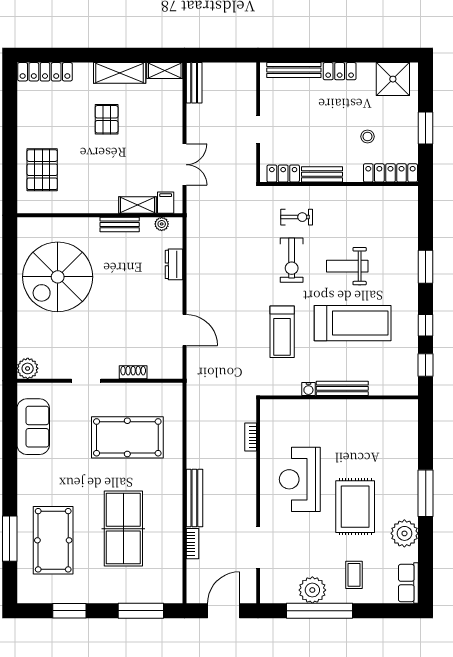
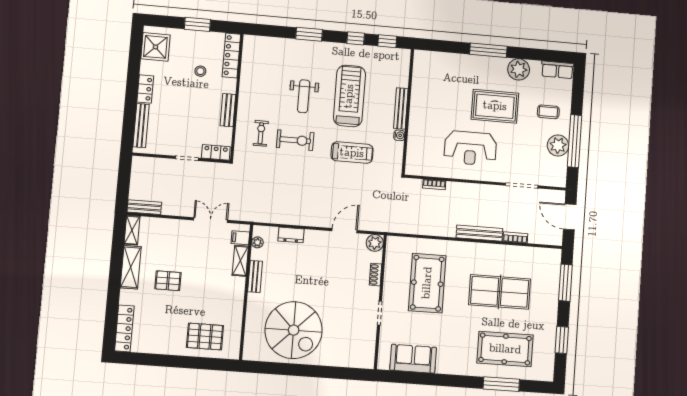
locker: (283, 174) -> (216, 152), moved, turned 90
plant: (28, 368) -> (375, 243), moved

